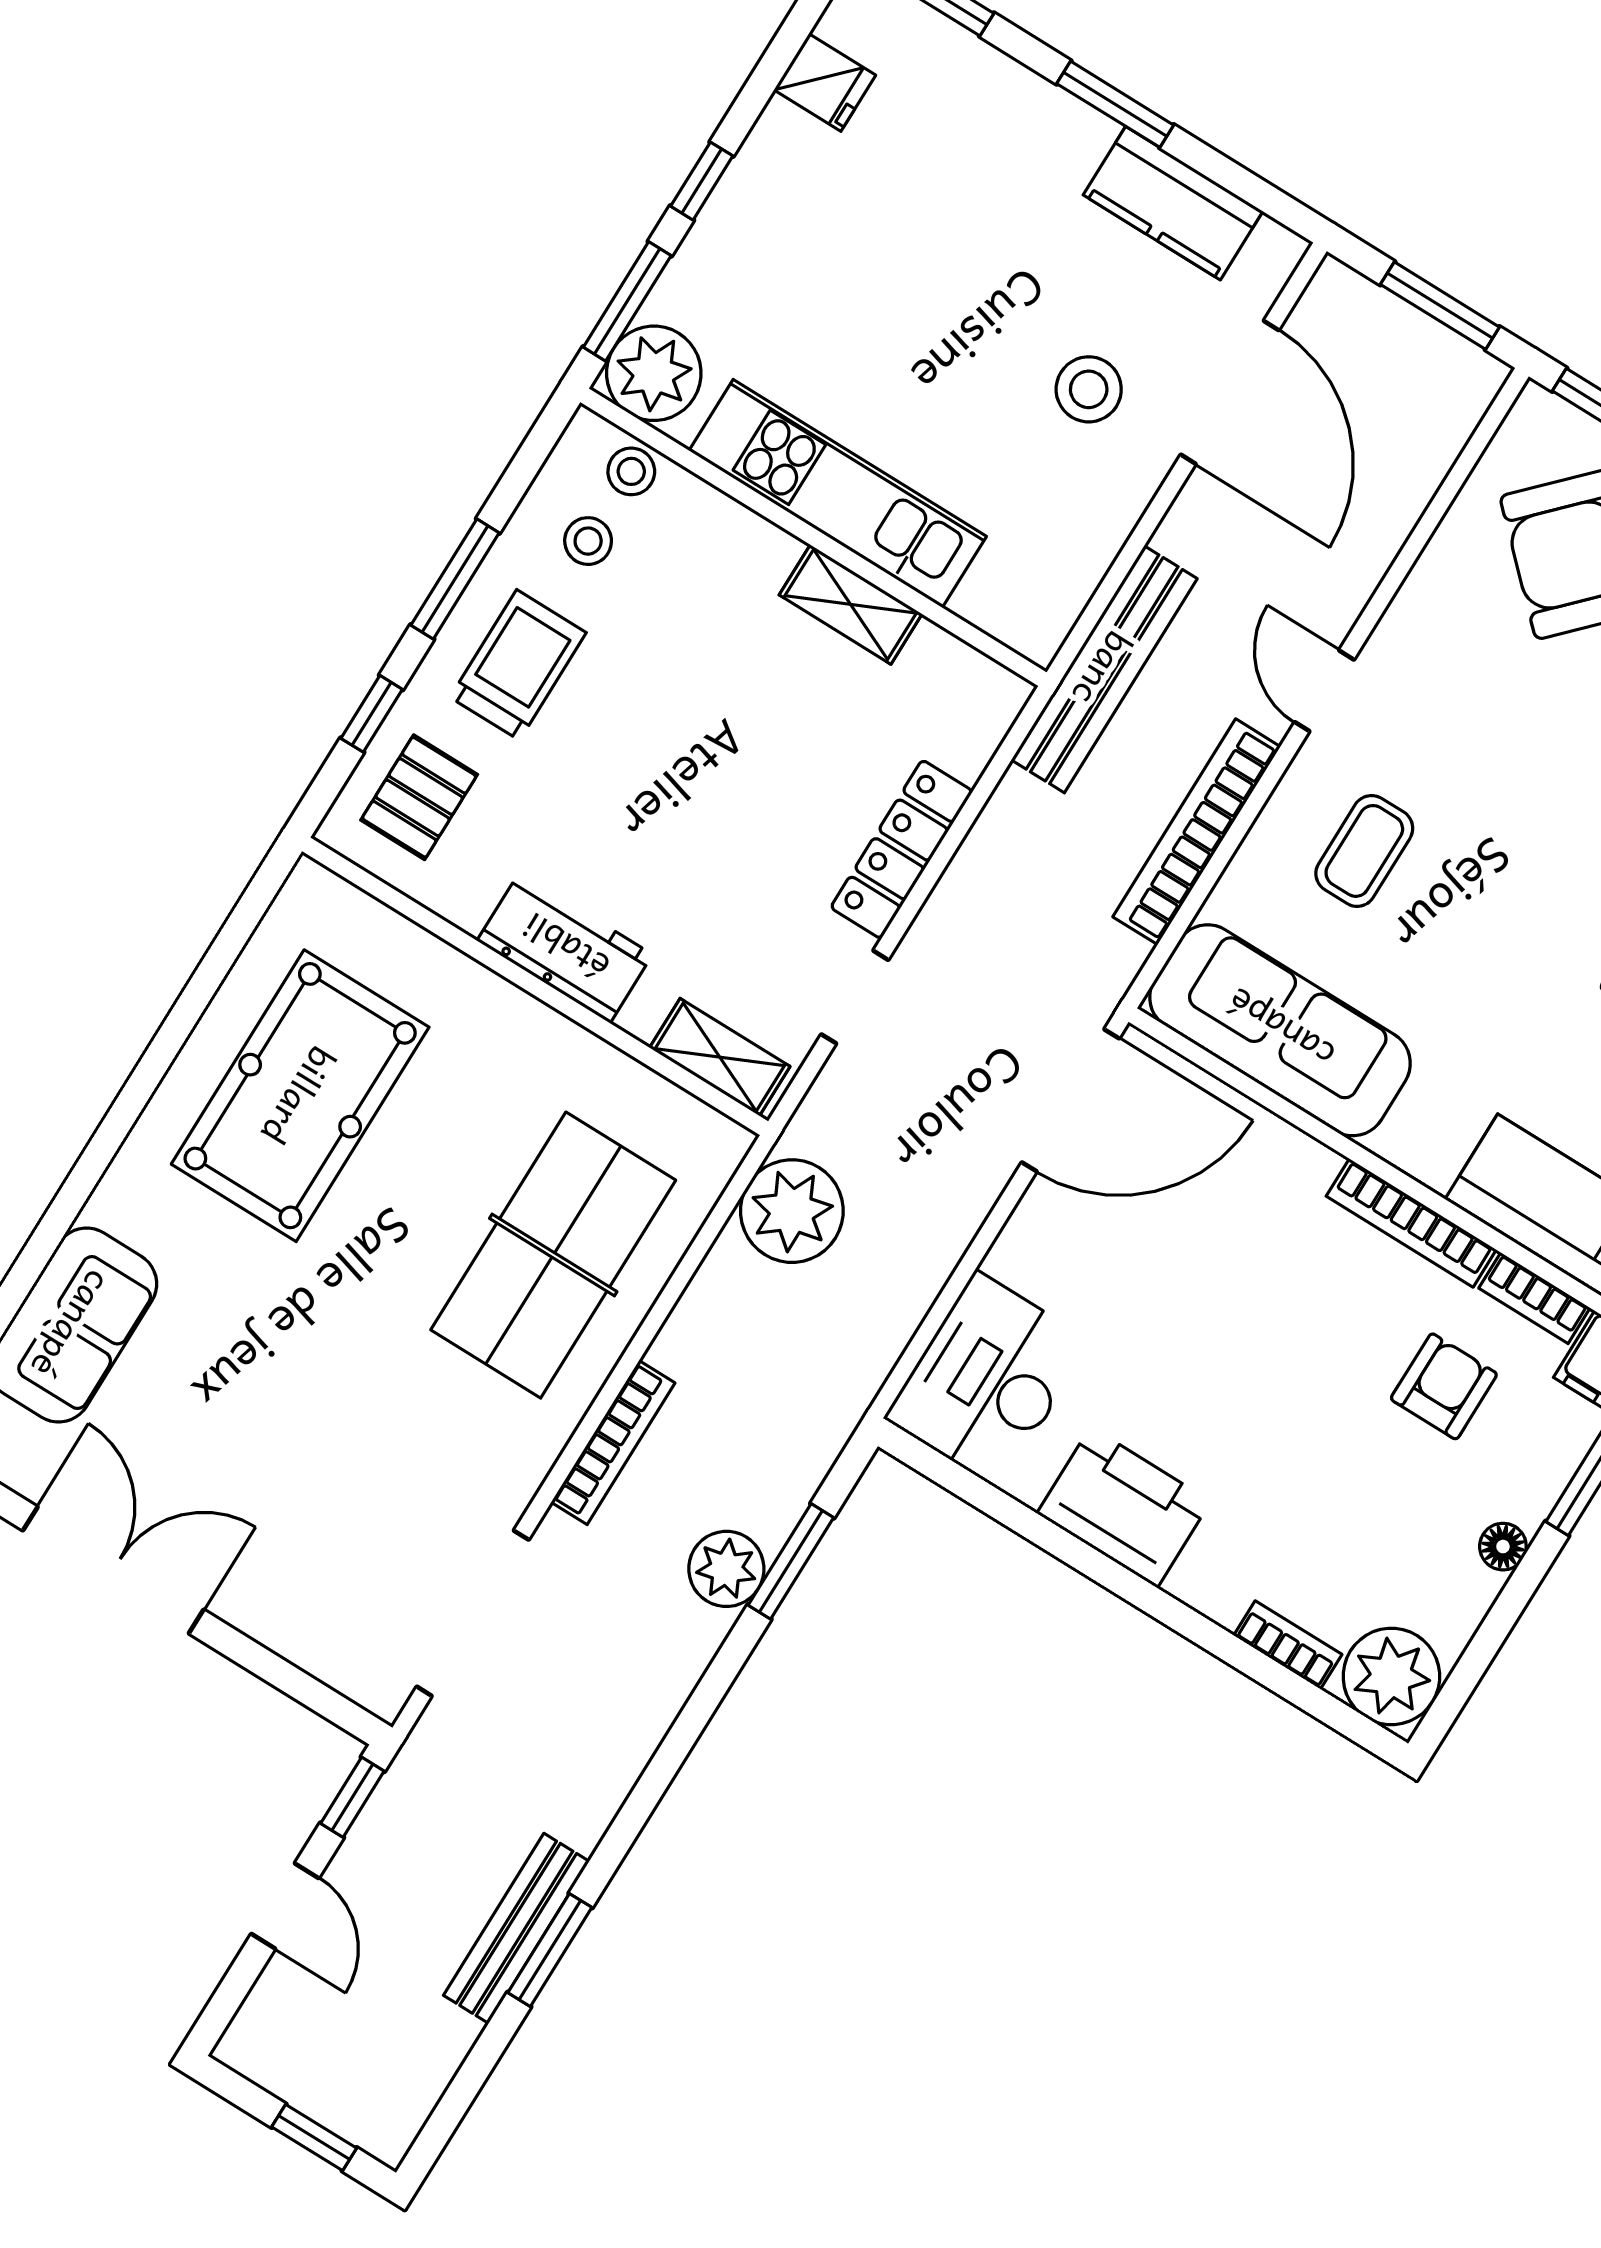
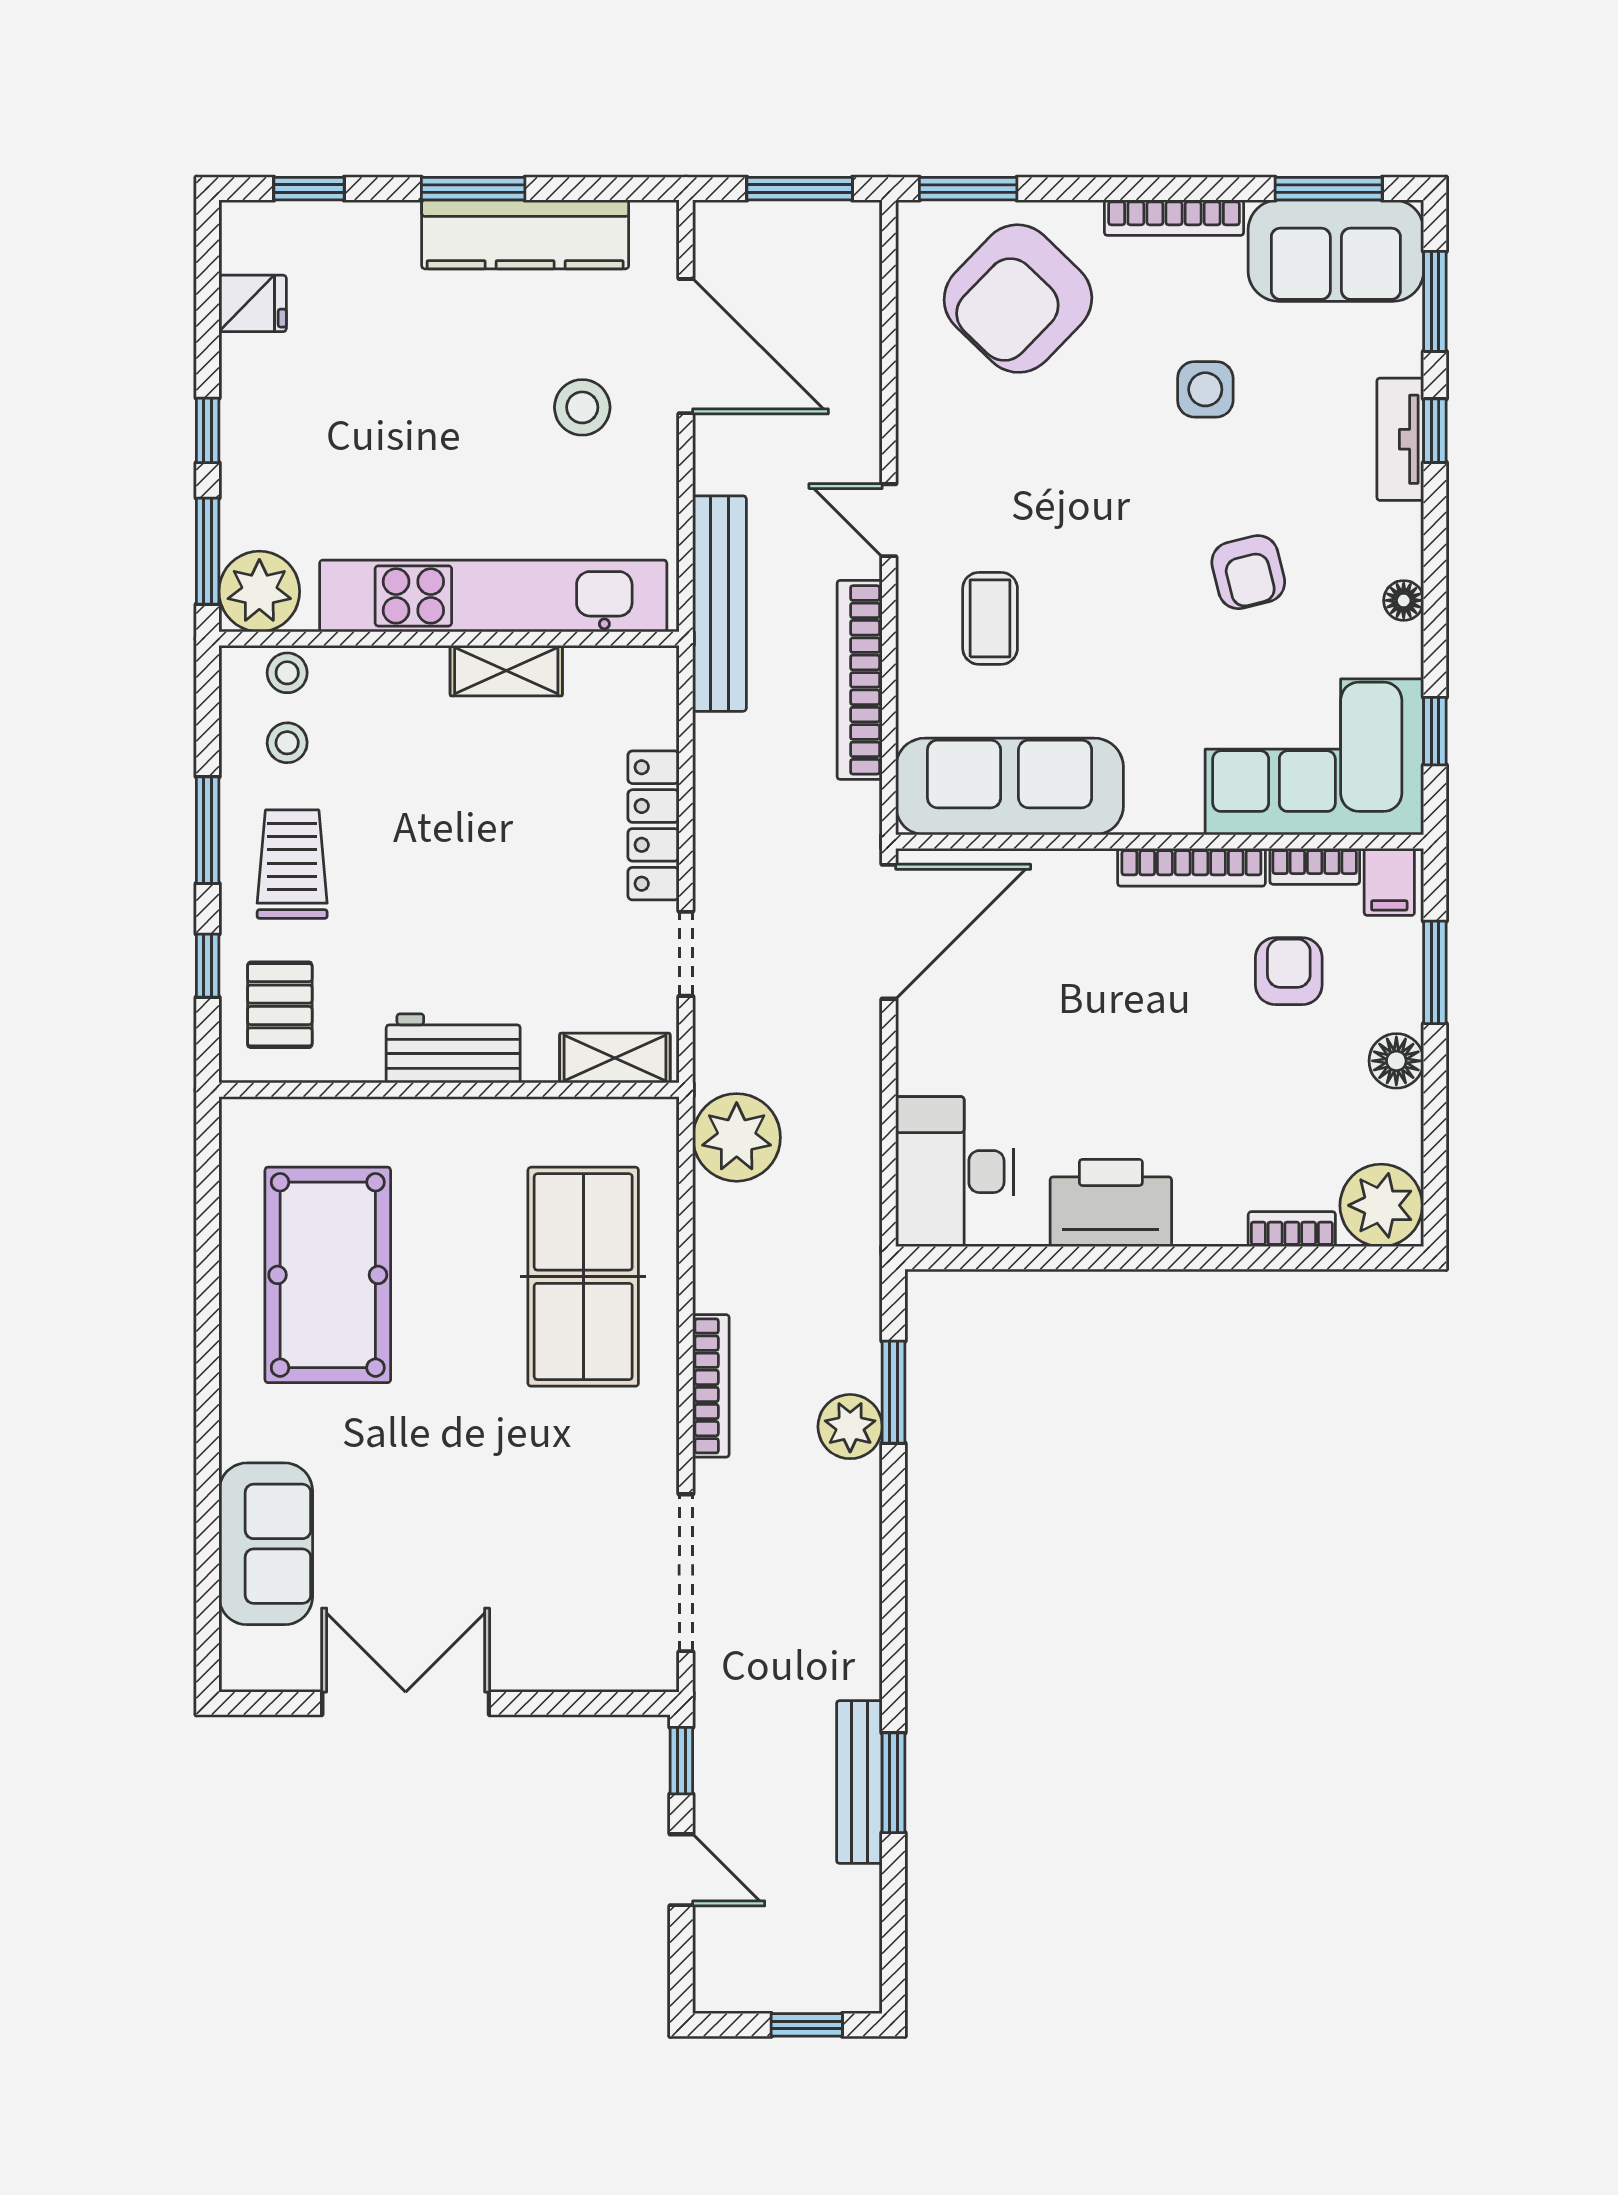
kitchen counter: (1173, 203) -> (525, 234), width x1.50
kitchen unit: (838, 494) -> (493, 596), width x1.36
floor lamp: (1503, 1547) -> (1396, 1061), width x1.37, depth x1.37

